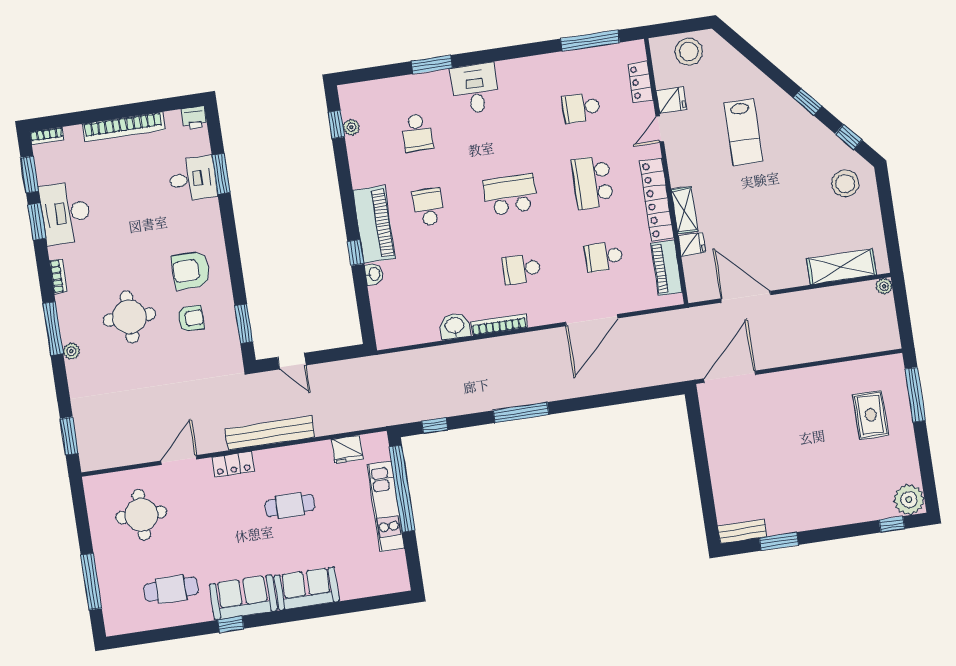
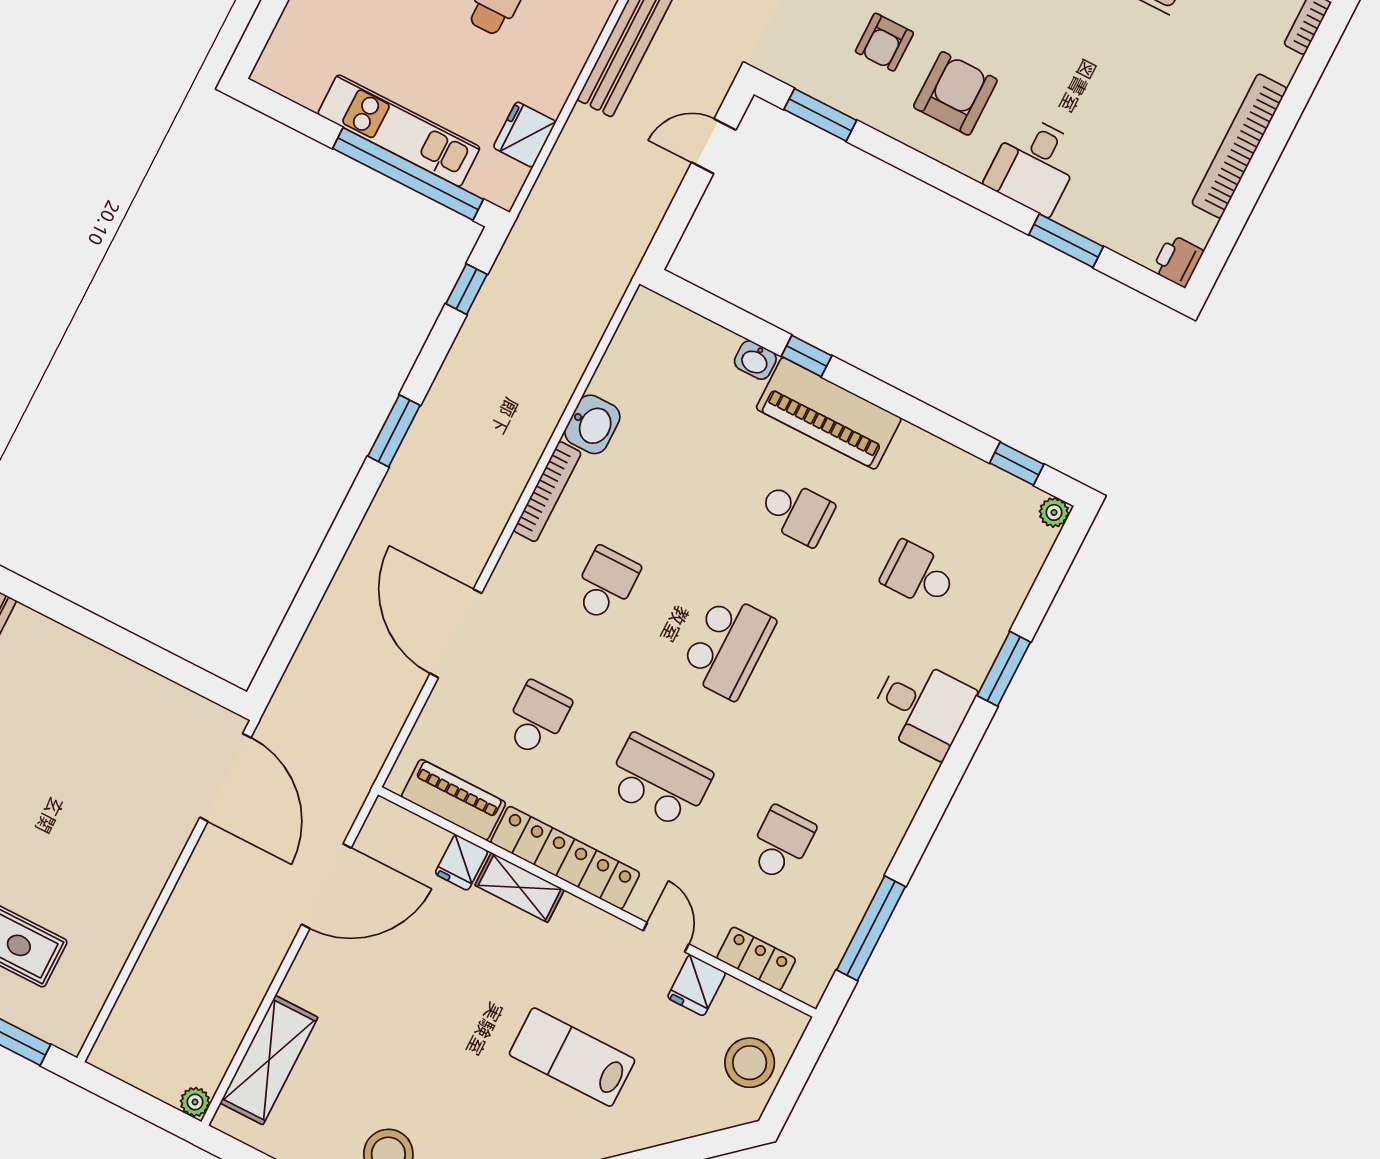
plant: (351, 127) -> (1054, 512), moved
desk: (193, 179) -> (1034, 165), moved
window: (521, 413) -> (394, 431), width x0.69

